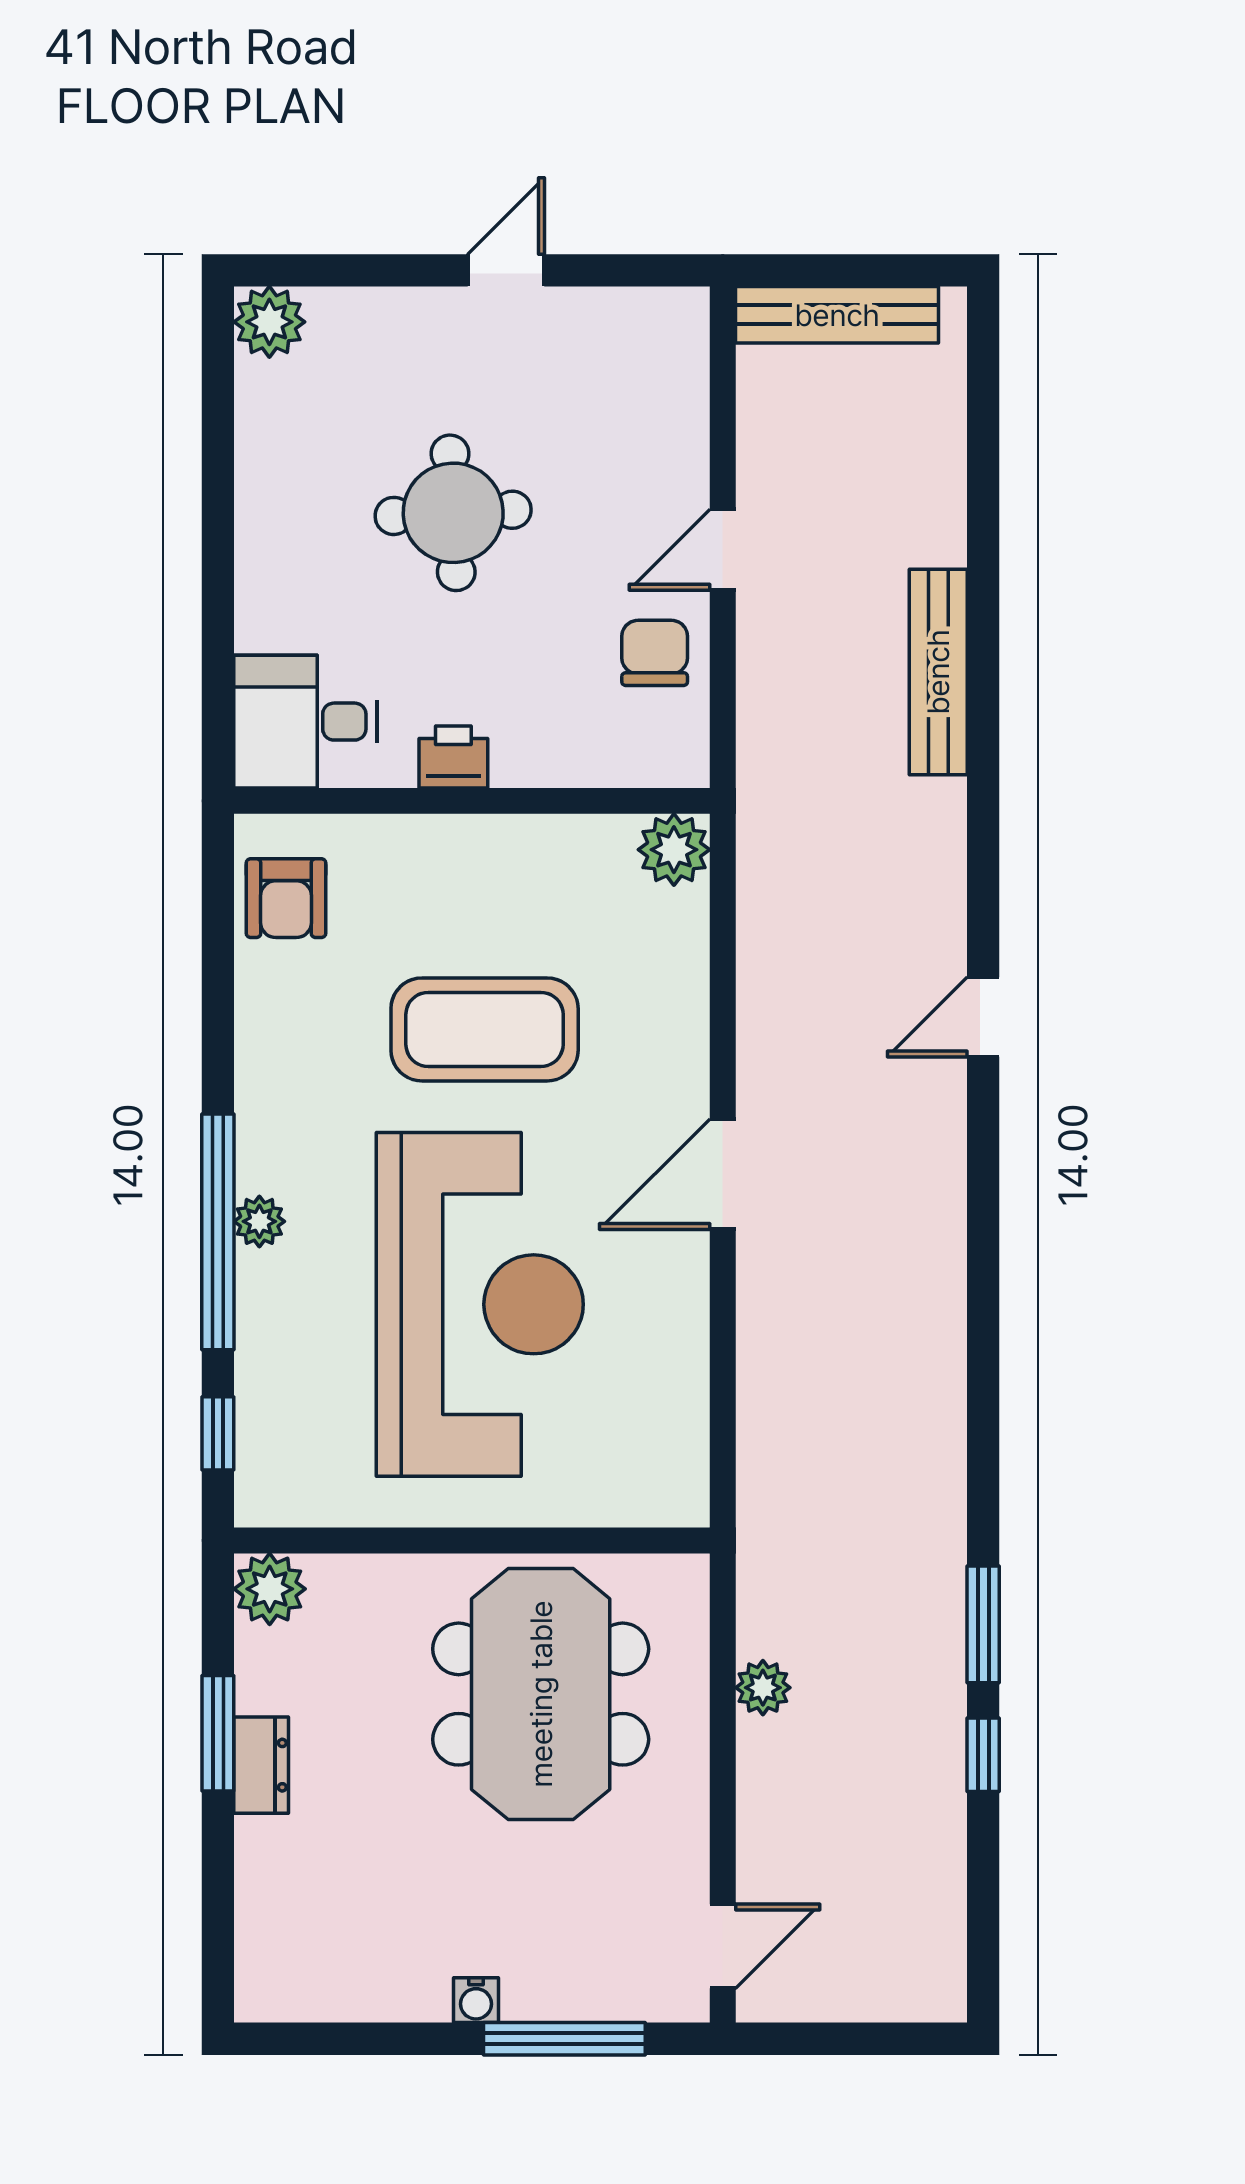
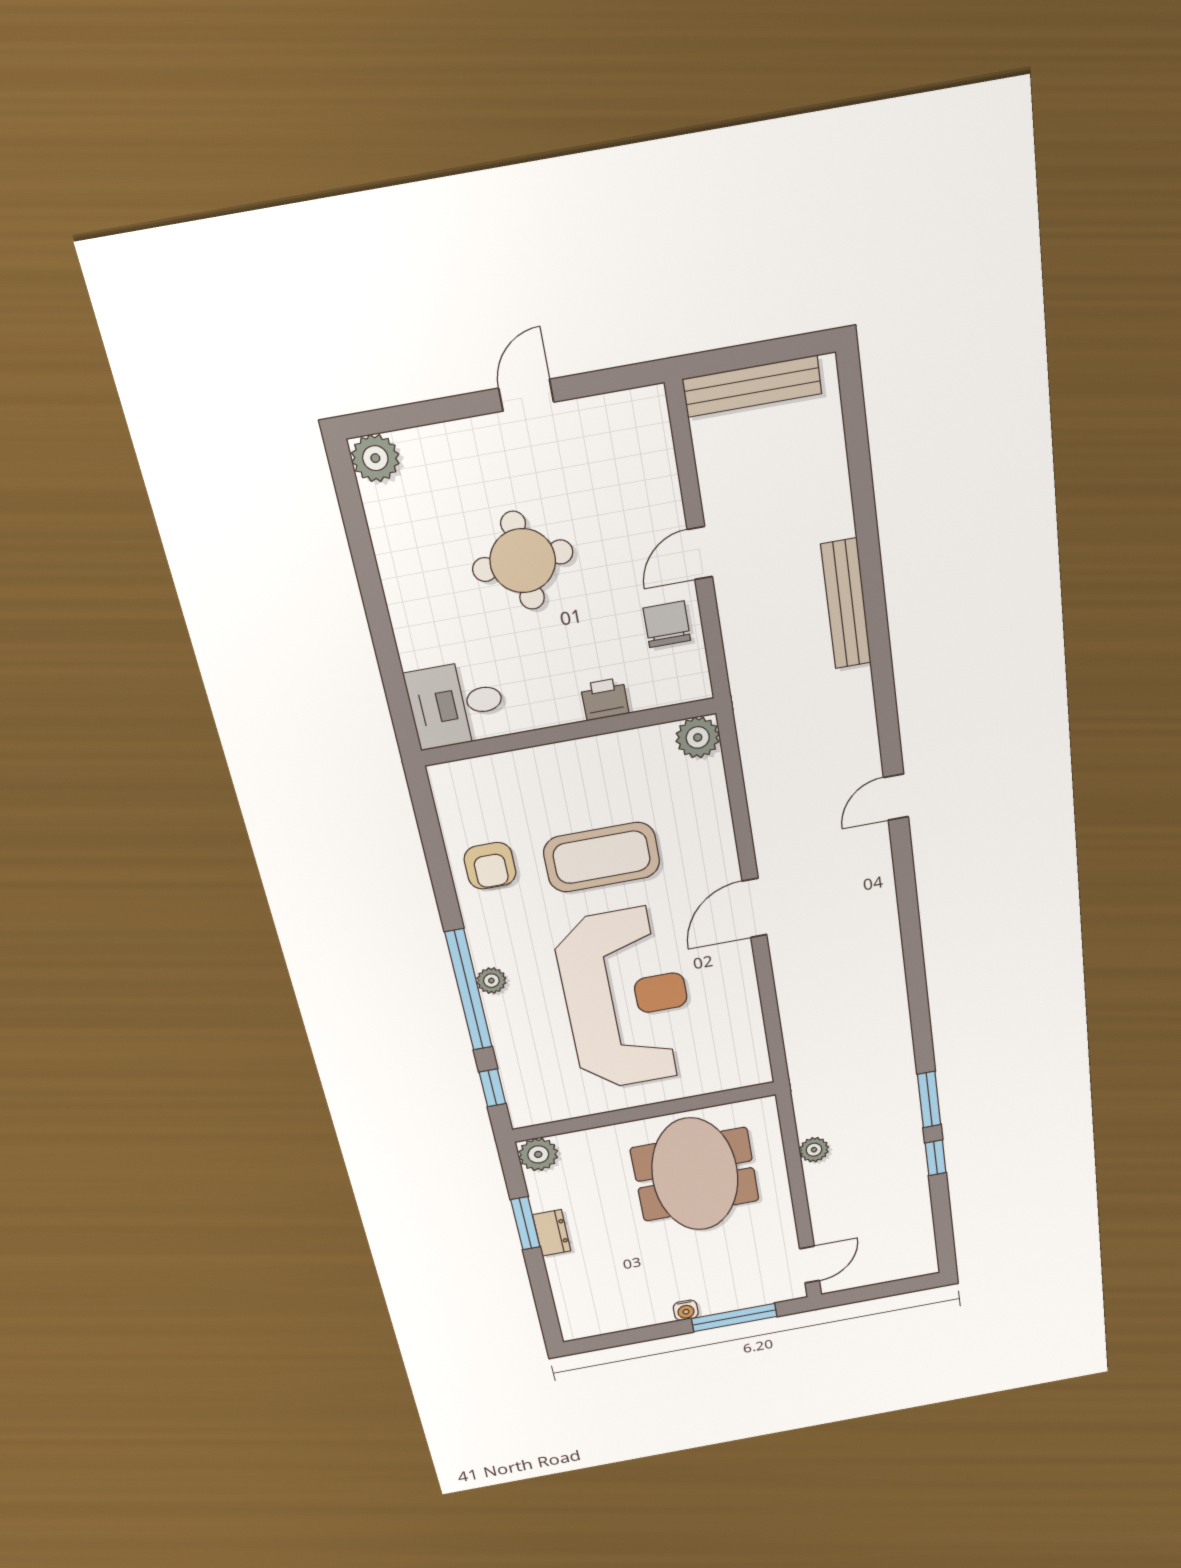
printer: (453, 757) -> (605, 699), moved
armchair: (286, 898) -> (490, 866), moved

